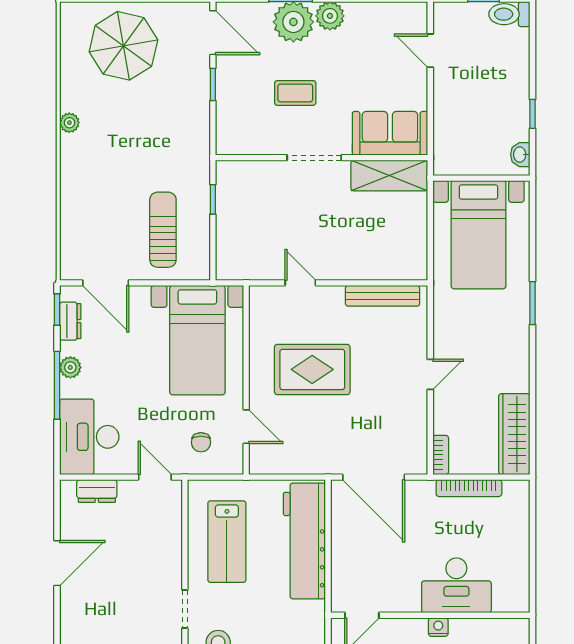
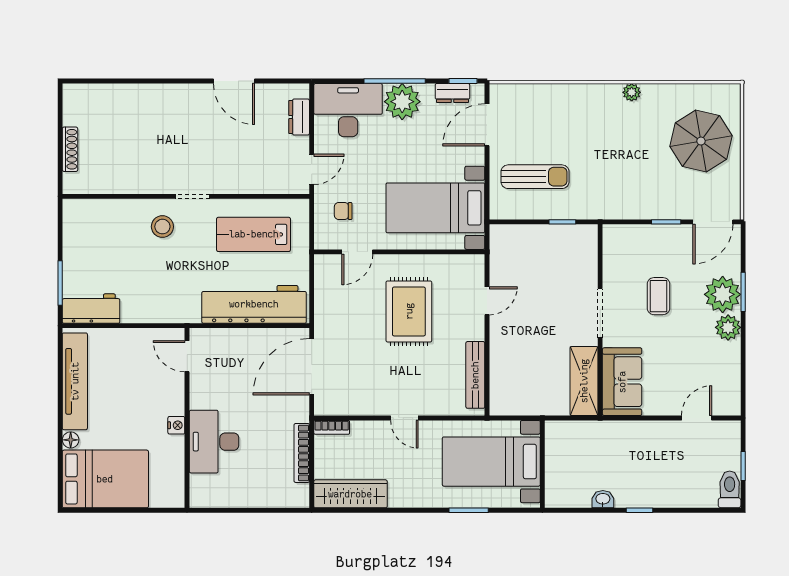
wall: (481, 178) -> (542, 464), moved
bed with nightstands: (478, 235) -> (491, 462), moved
plant: (70, 367) -> (402, 102), width x1.88, depth x1.88

